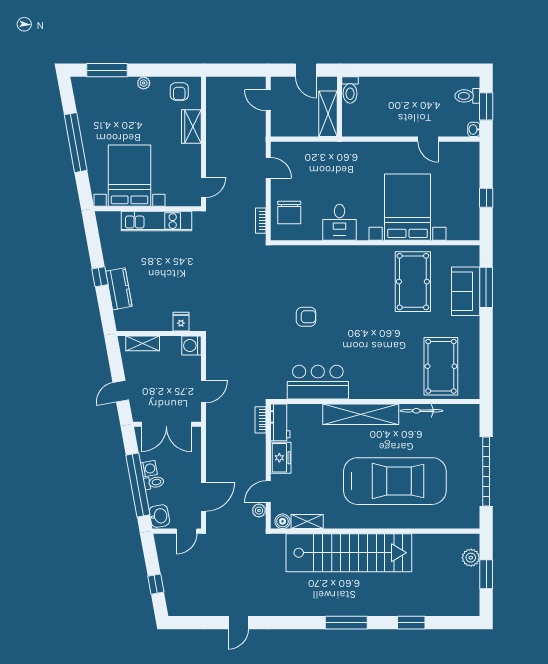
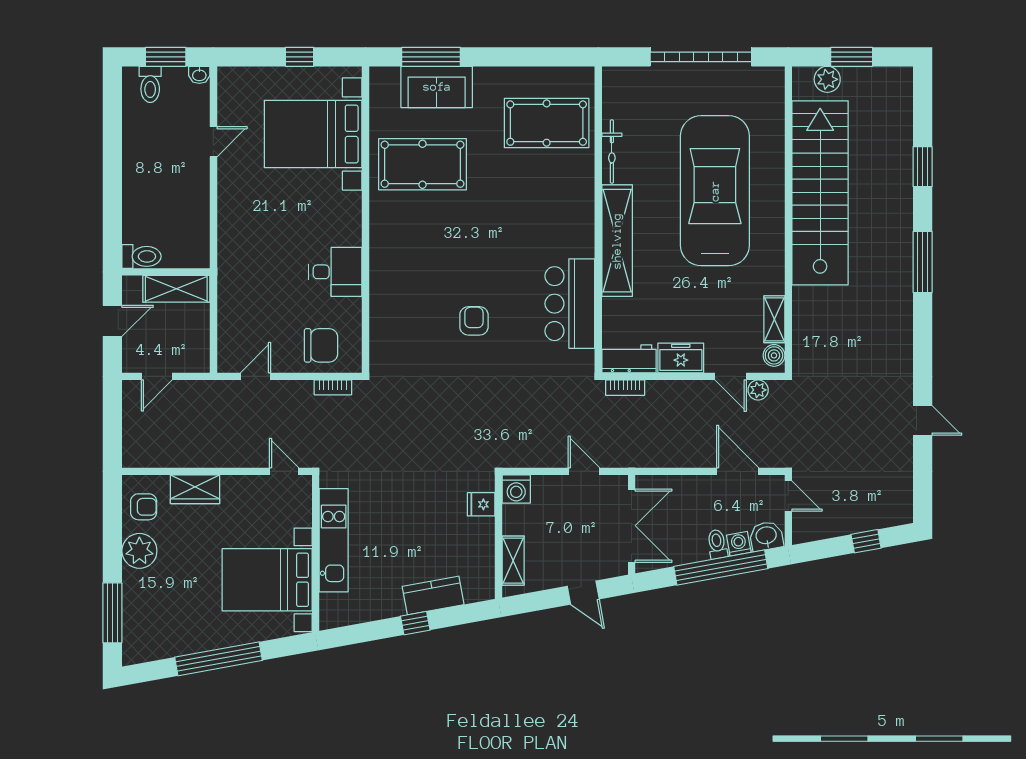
plant: (144, 83) -> (139, 551), width x1.87, depth x1.87
bed with nightstands: (407, 207) -> (313, 134), moved
washing machine: (149, 469) -> (739, 544), moved
stairs: (349, 553) -> (820, 193), moved

